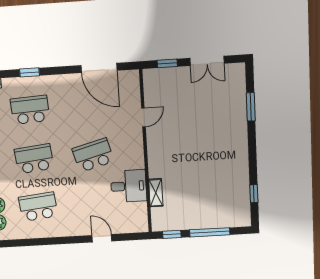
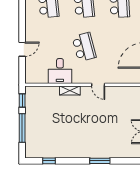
window: (251, 107) -> (100, 161), moved
door: (143, 117) -> (98, 85), moved
shelving: (156, 193) -> (70, 91), moved

